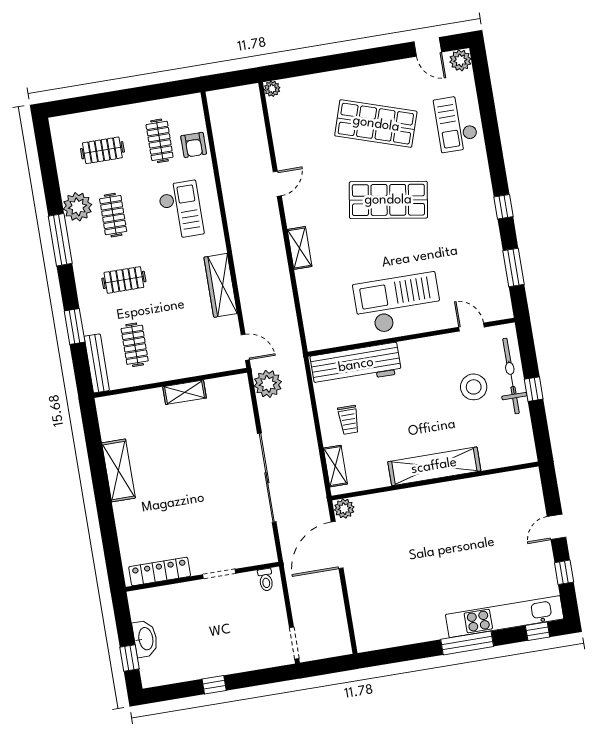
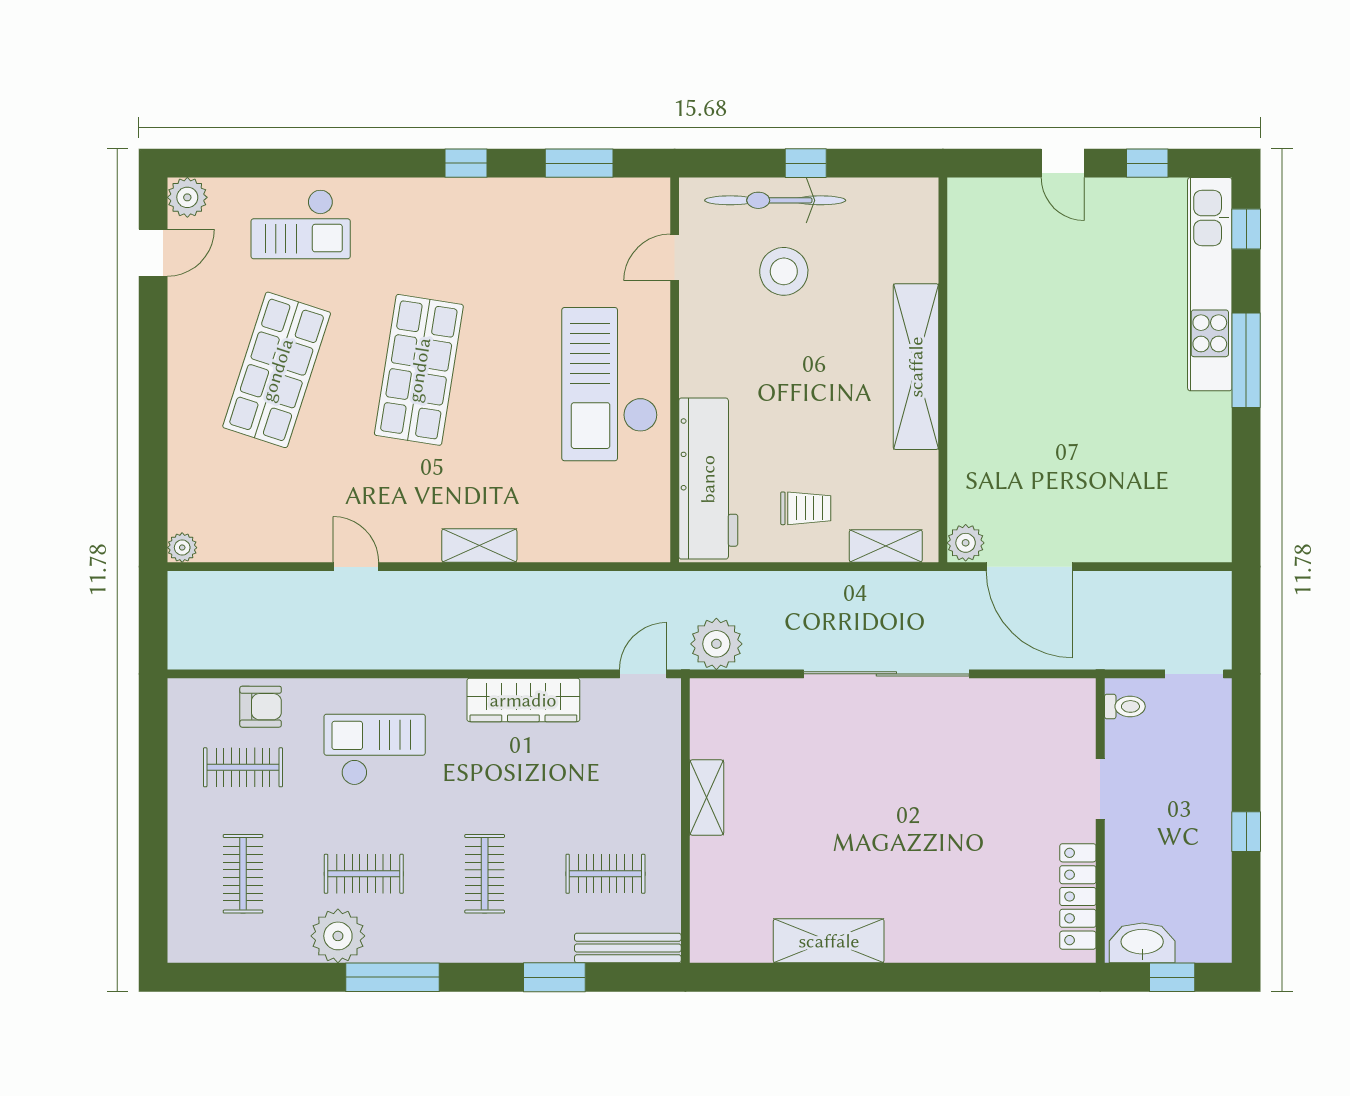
locker: (160, 571) -> (1078, 896), moved
doorway: (219, 574) -> (1100, 789), moved
wall: (202, 577) -> (1100, 821), moved
toilet: (266, 580) -> (1125, 706), moved

